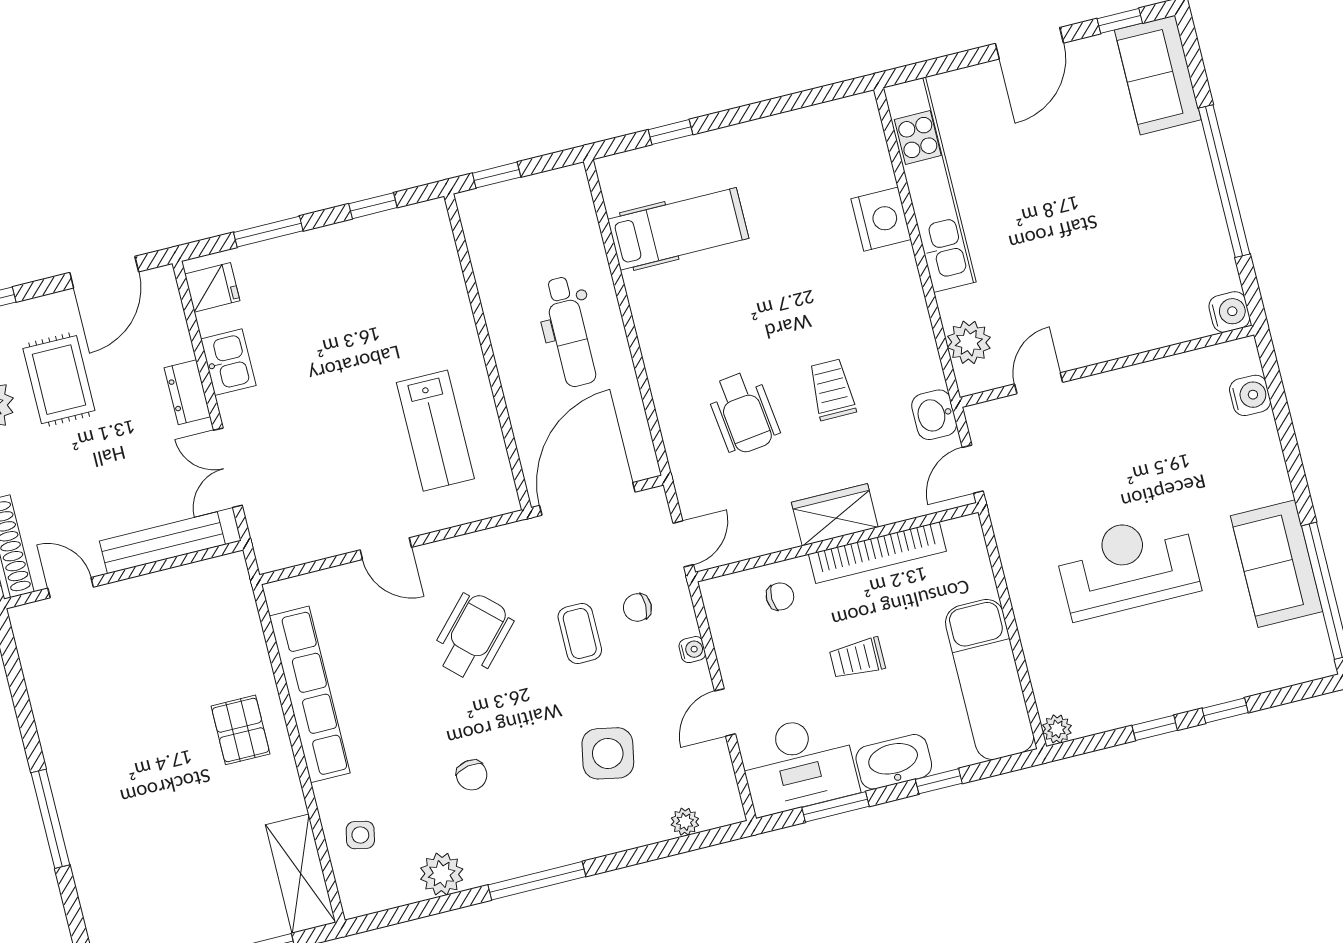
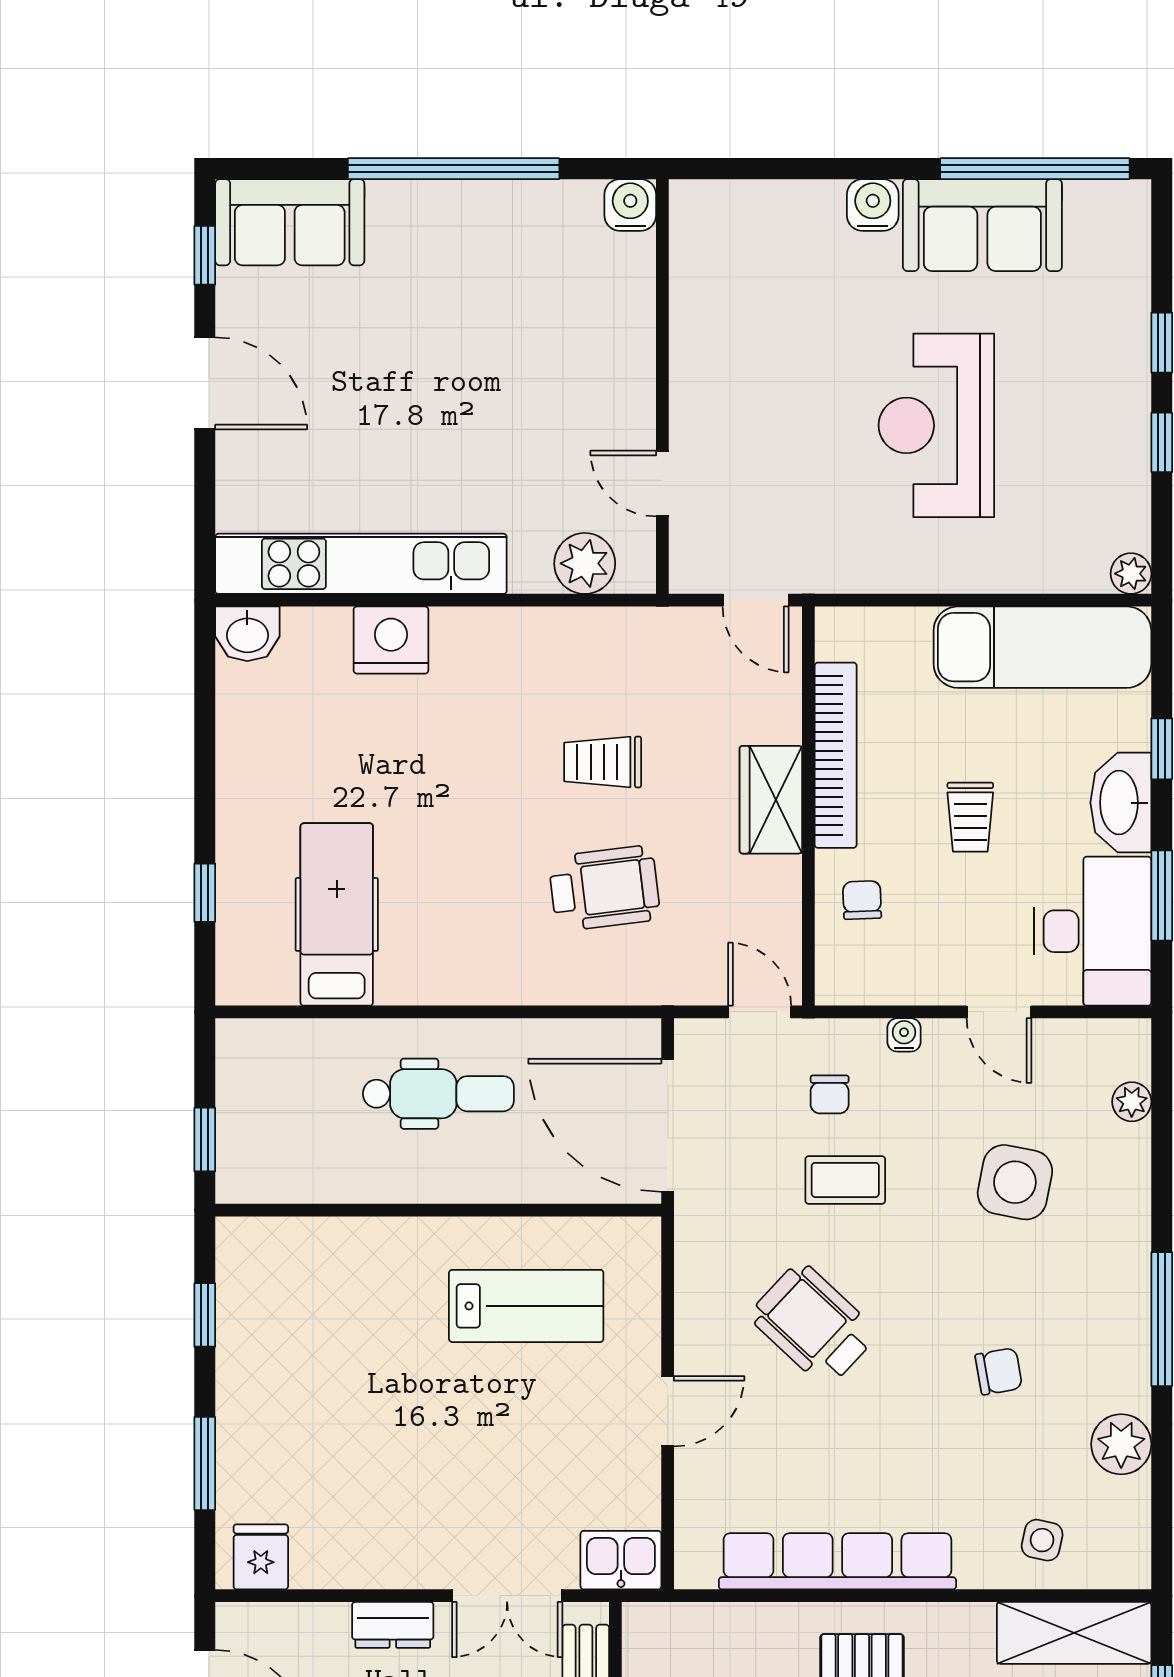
kitchen sink: (228, 362) -> (621, 1560), moved
water cooler: (1250, 395) -> (873, 205), moved
washbasin: (934, 415) -> (247, 634), moved

